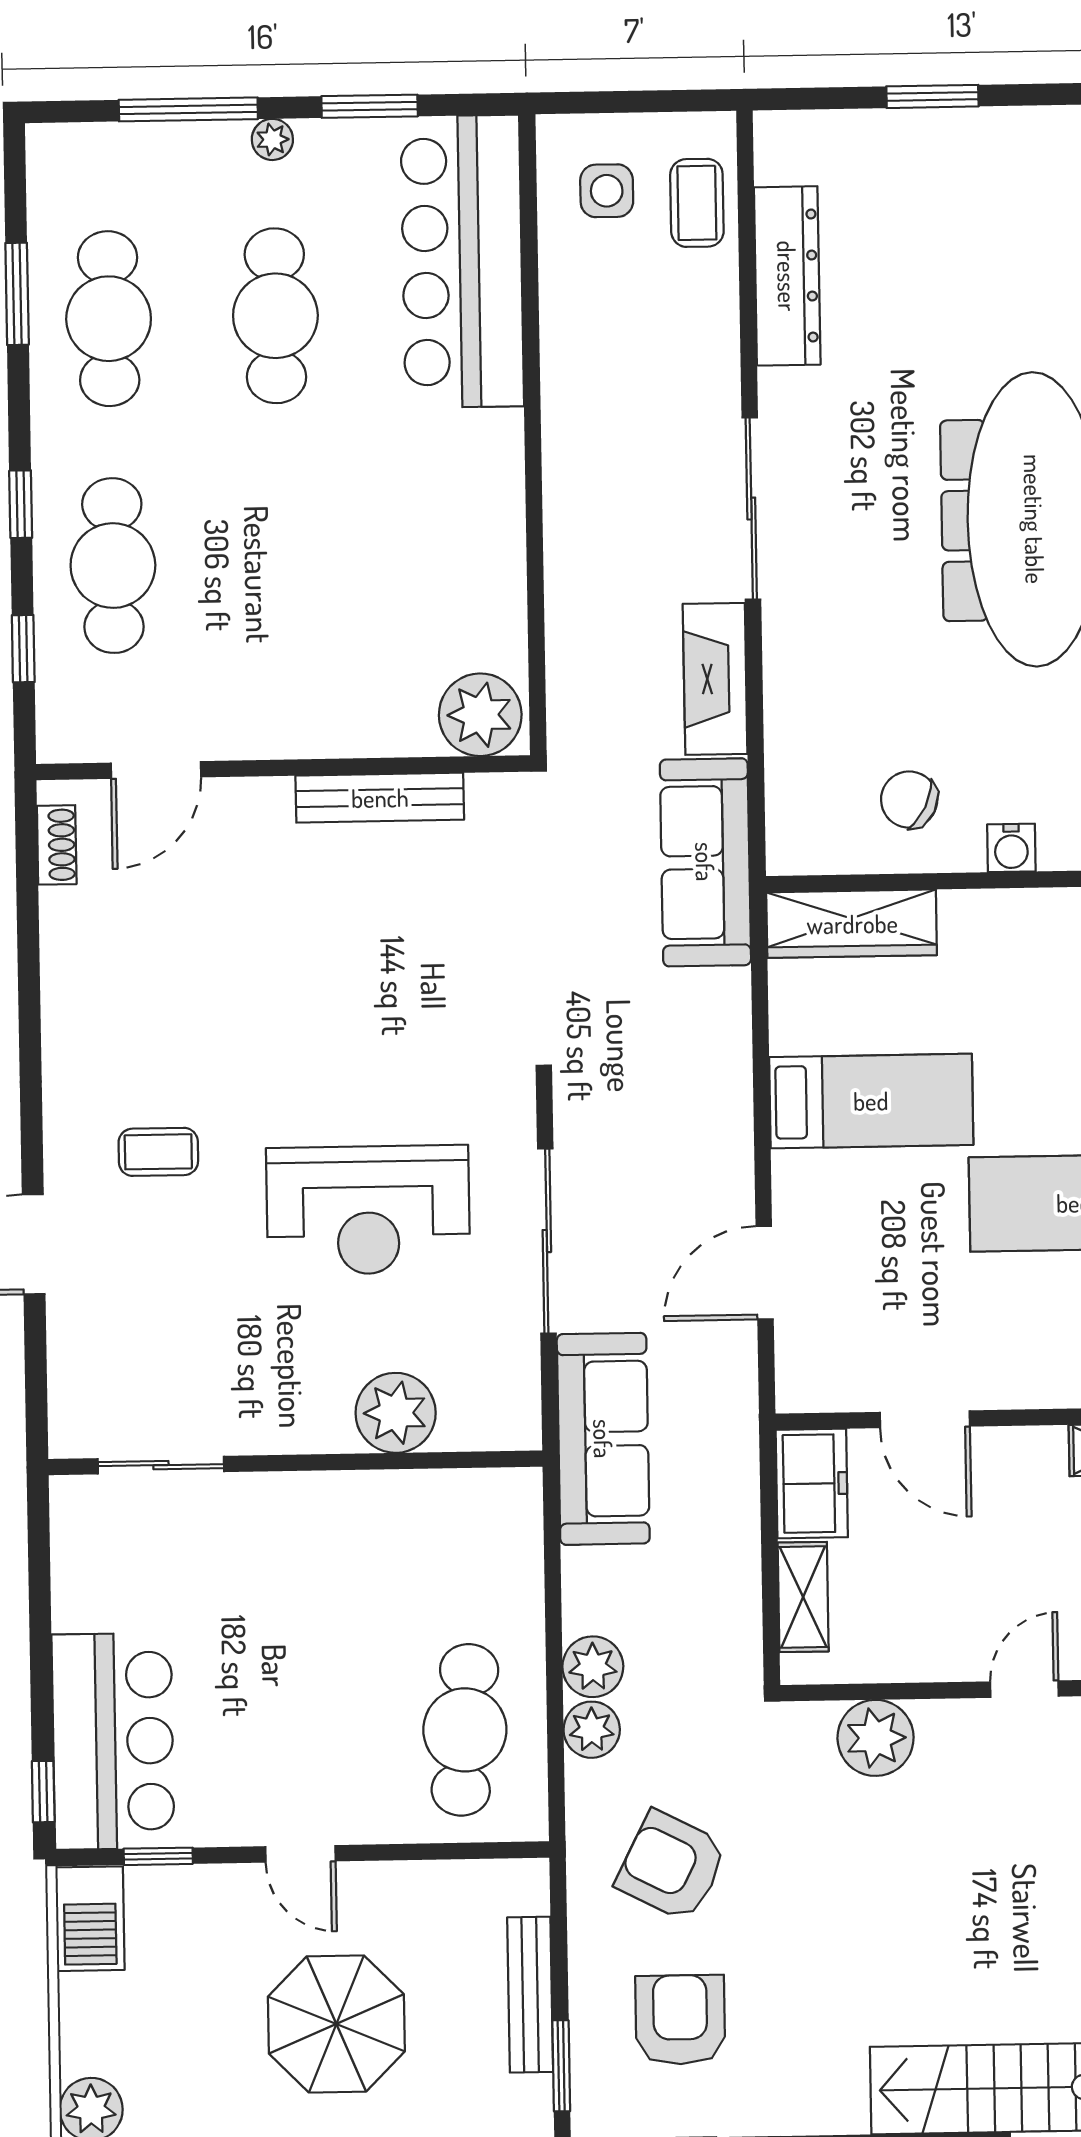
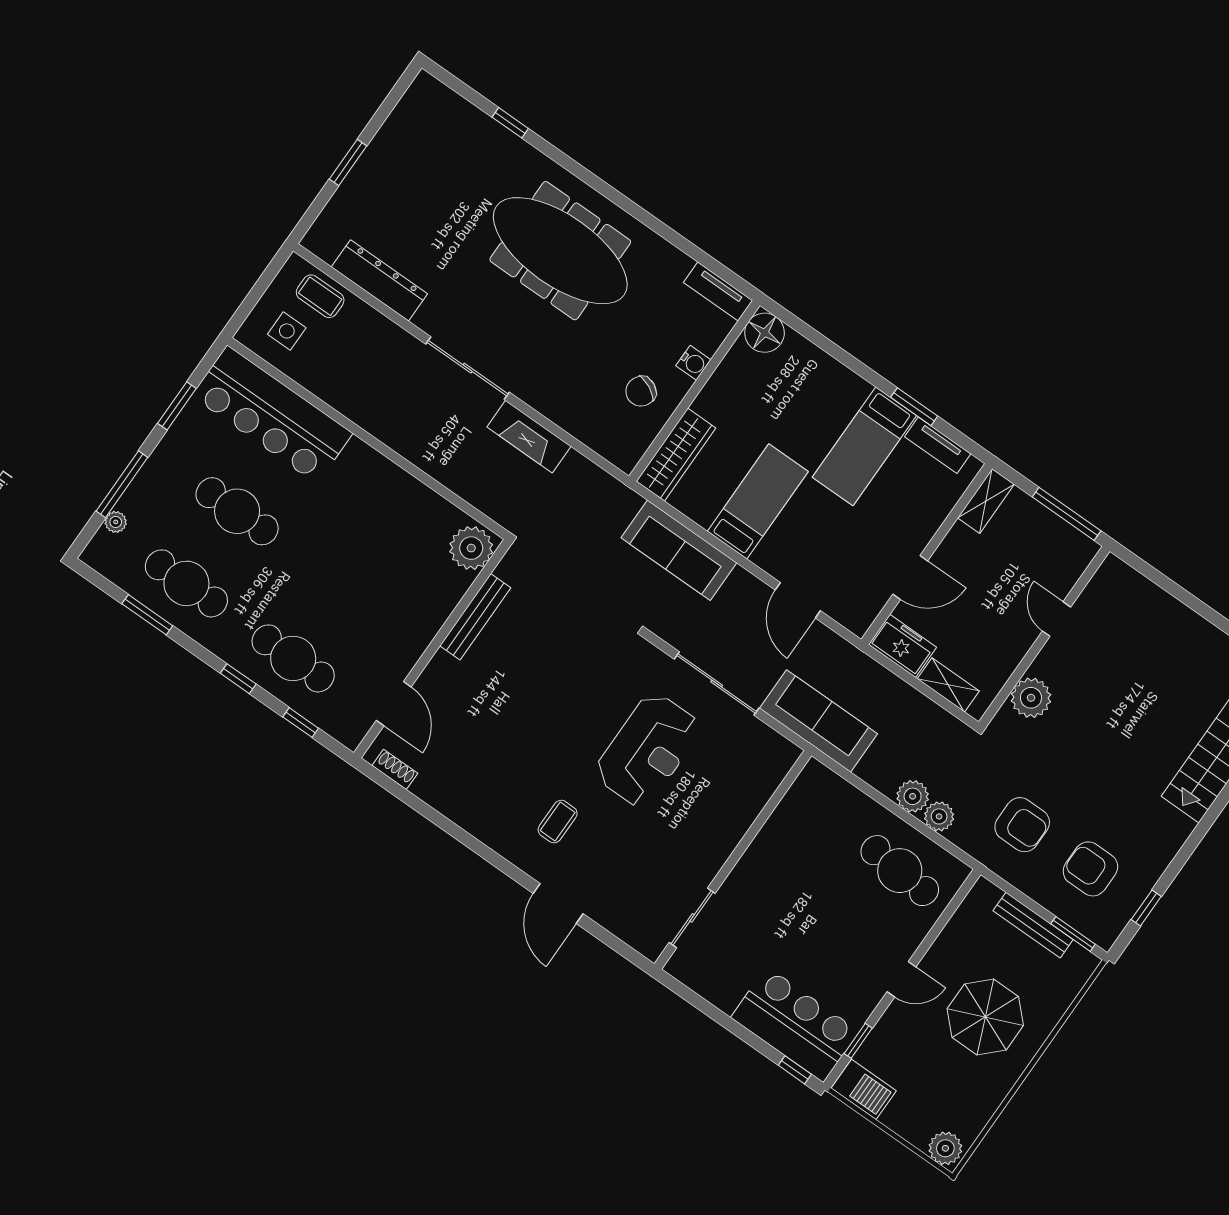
plant: (272, 139) -> (116, 522), moved
sofa: (705, 862) -> (679, 550), moved
plant: (396, 1413) -> (743, 801), removed
armchair: (672, 1866) -> (1022, 825), turned -117

